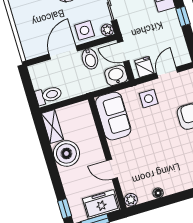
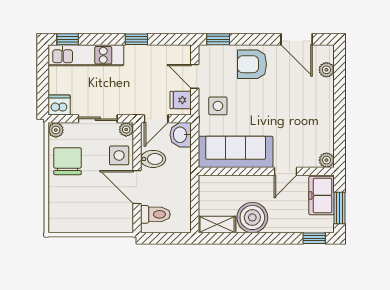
toilet: (49, 95) -> (155, 214), moved, turned 90
sofa: (113, 116) -> (236, 152), width x1.36
floor lamp: (158, 193) -> (328, 127), removed

